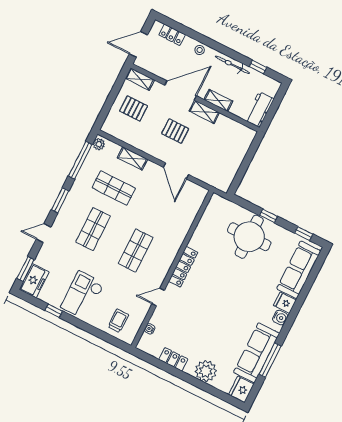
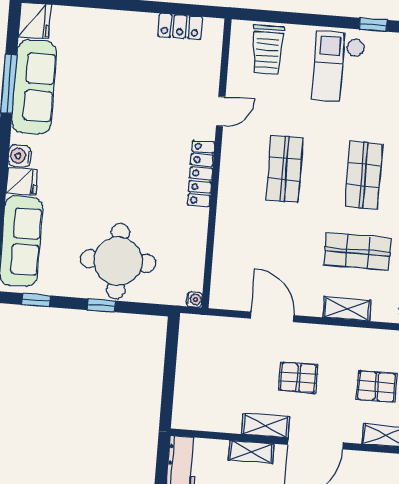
checkout: (82, 295) -> (338, 67), turned 180
trolley: (118, 321) -> (267, 50), width x1.36, depth x1.39
water cooler: (150, 329) -> (194, 299), moved
locker: (173, 359) -> (180, 26), moved
plant: (206, 371) -> (101, 27), removed

